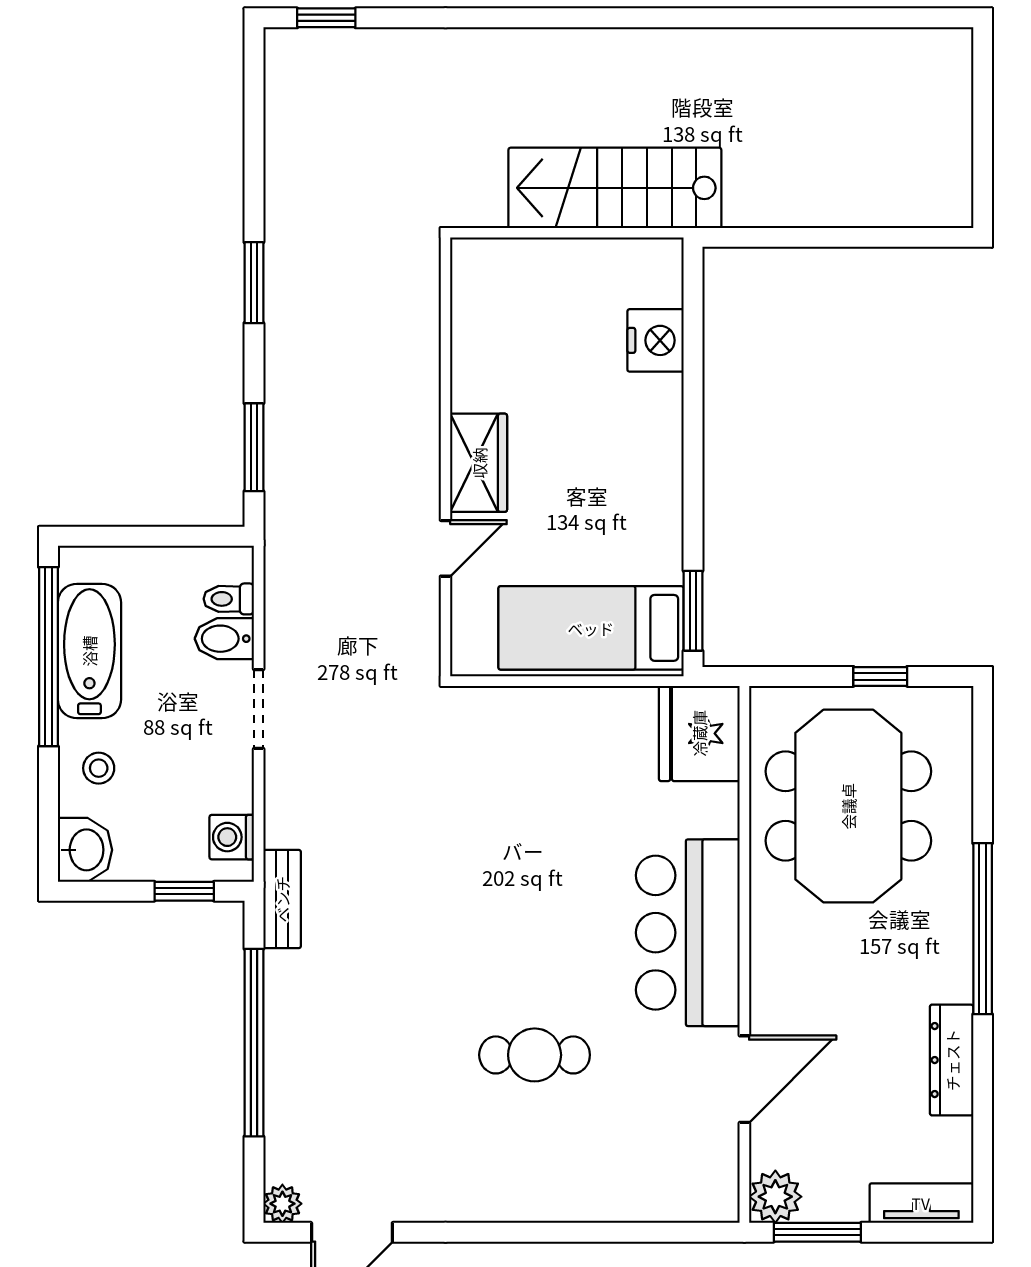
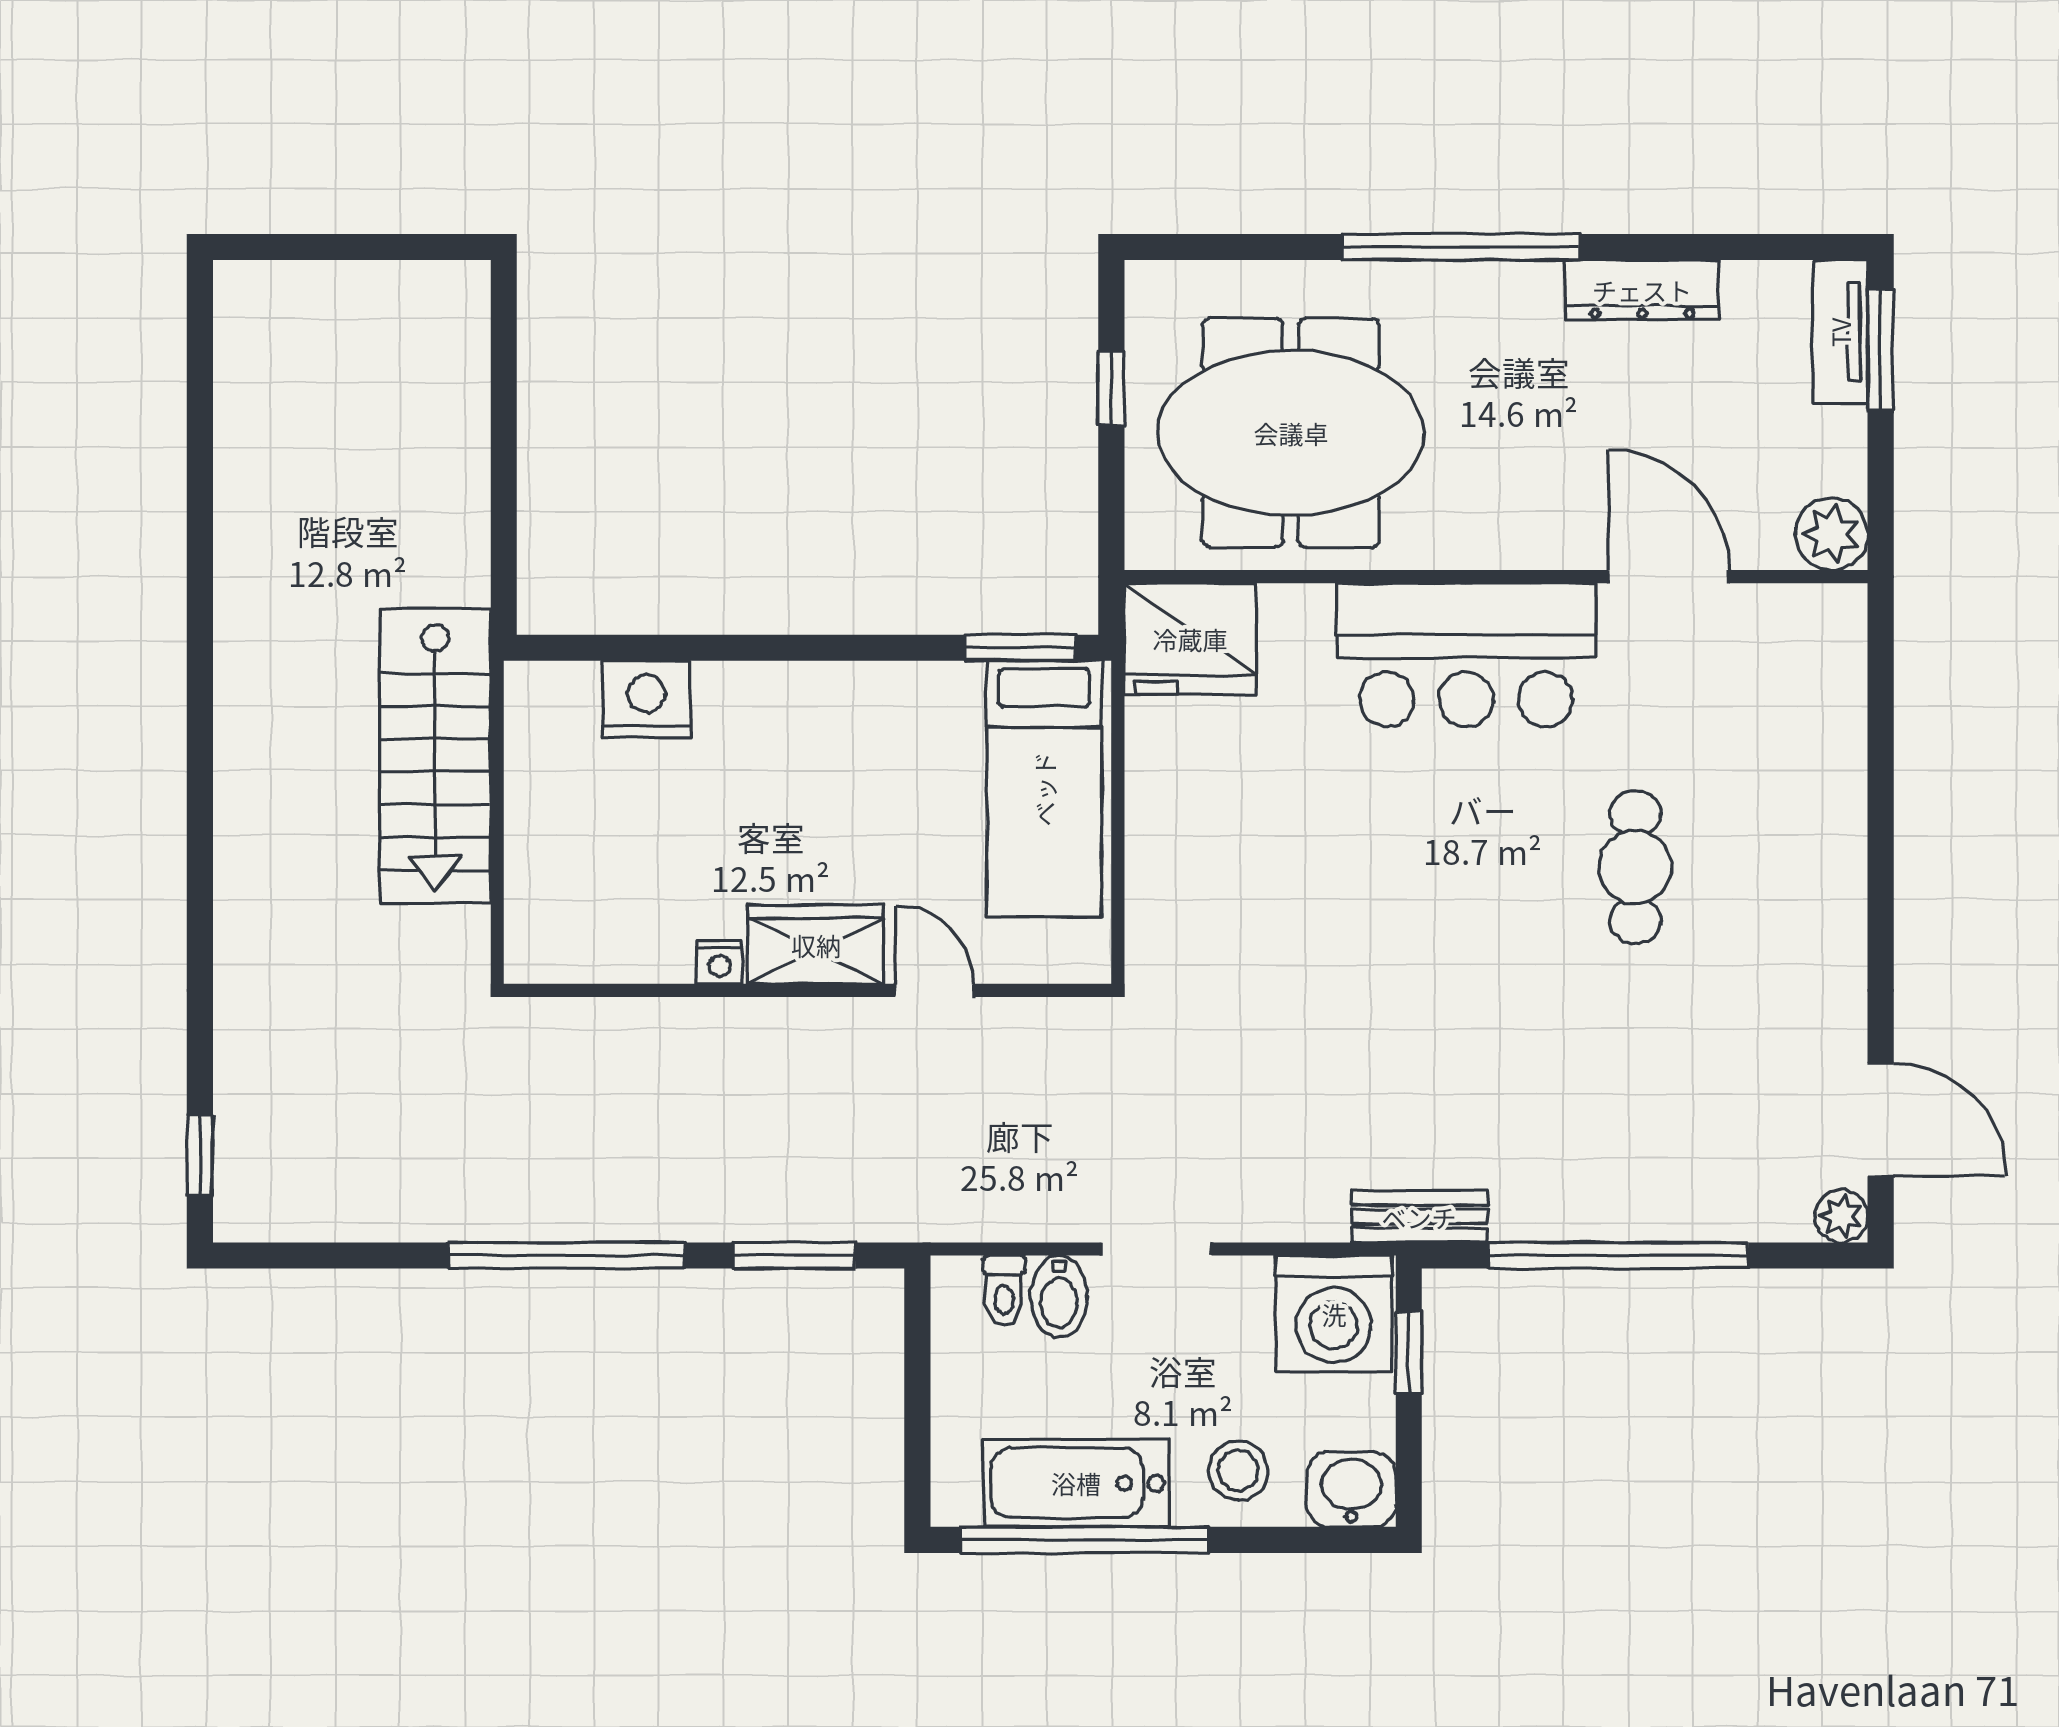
window: (254, 283) -> (566, 1255), width x2.11
nightstand: (466, 394) -> (720, 962), added
stool: (99, 768) -> (1238, 1470), width x1.37, depth x1.37
washing machine: (232, 837) -> (1334, 1314), width x1.89, depth x1.89
window: (817, 1232) -> (1881, 350), moved

